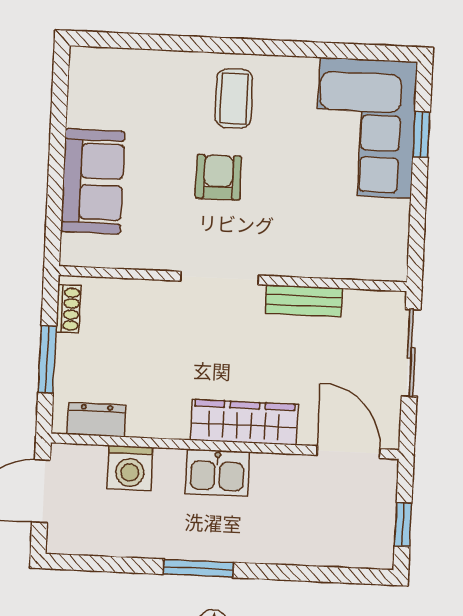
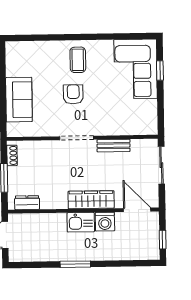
washing machine: (130, 468) -> (105, 222), moved

